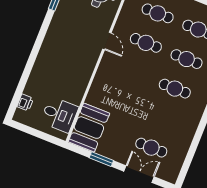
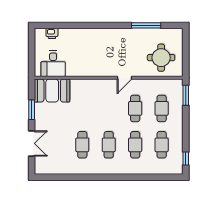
cafe table: (151, 148) -> (82, 145), moved

